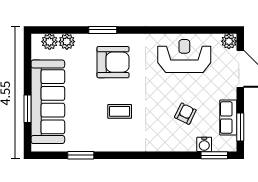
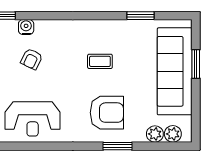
armchair: (113, 62) -> (107, 113), turned 180
water cooler: (204, 144) -> (26, 27), moved

